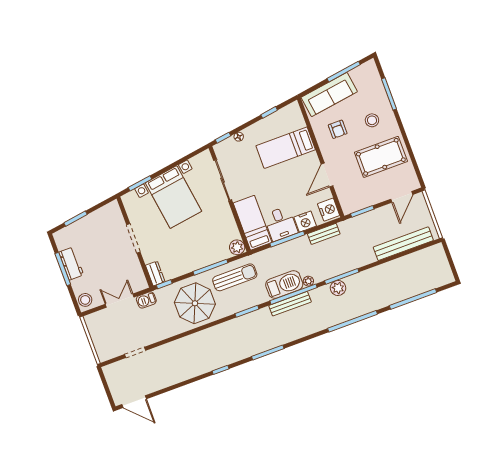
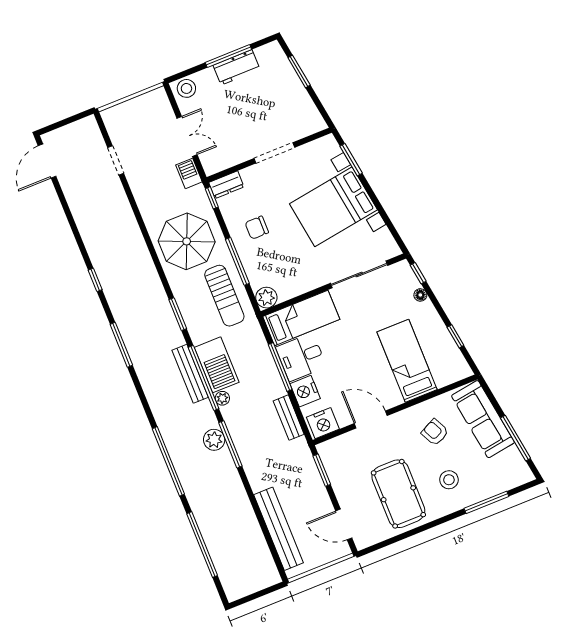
armchair: (338, 129) -> (435, 432), turned 64
chair: (187, 253) -> (257, 228), added

